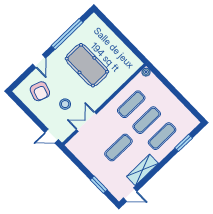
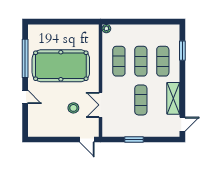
pool table: (87, 65) -> (61, 66), width x1.36, depth x1.32
armchair: (40, 91) -> (47, 117), removed
door: (52, 136) -> (87, 140), hinge flipped
window: (99, 185) -> (134, 140), moved

